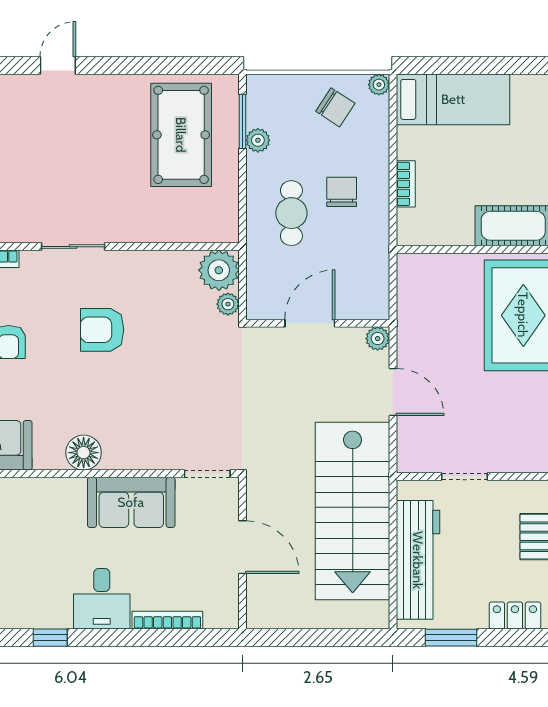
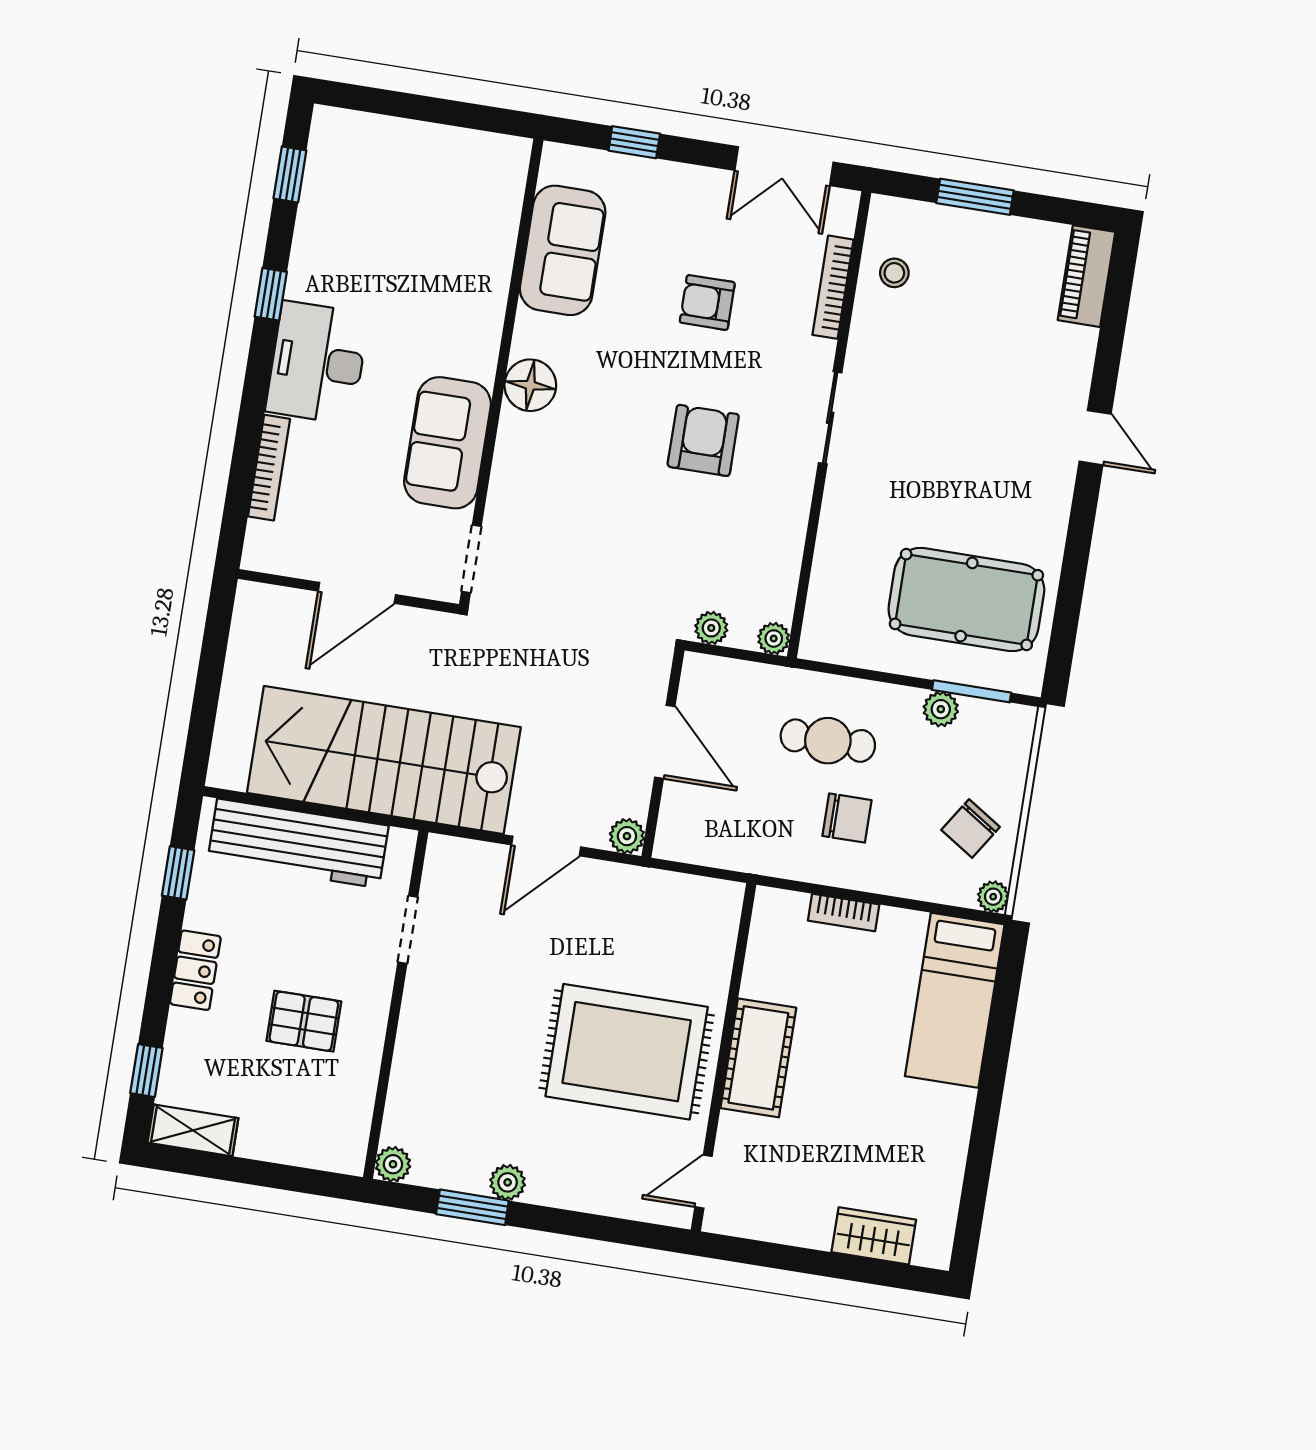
plant: (219, 270) -> (774, 639), width x0.53, depth x0.53
desk: (102, 599) -> (317, 363), width x1.37
window: (451, 638) -> (178, 873), width x0.67

